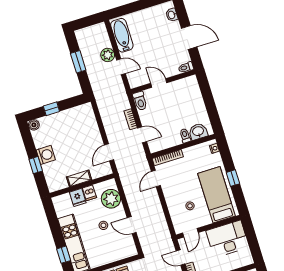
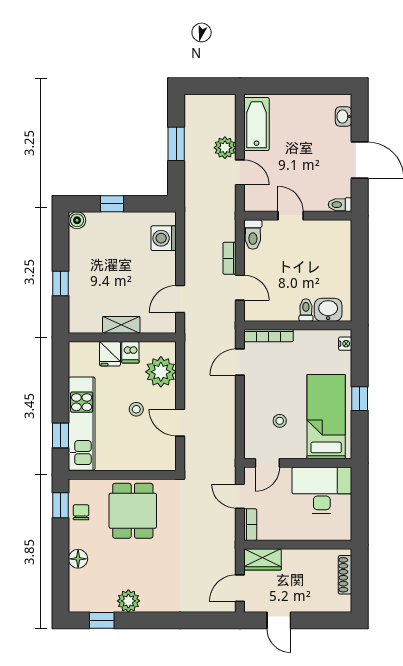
washing machine: (46, 155) -> (164, 238), moved, turned 180

